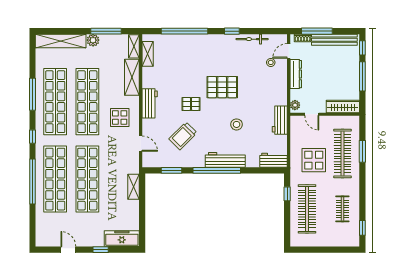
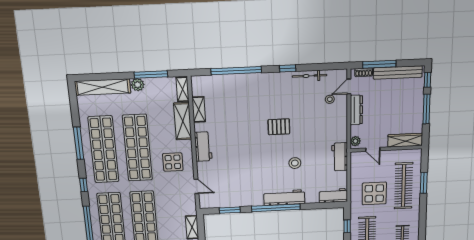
shelving: (148, 54) -> (199, 109), moved
pallet: (222, 87) -> (279, 127), width x0.67, depth x0.71
pallet: (191, 104) -> (247, 145), removed
trolley: (183, 136) -> (240, 177), removed

